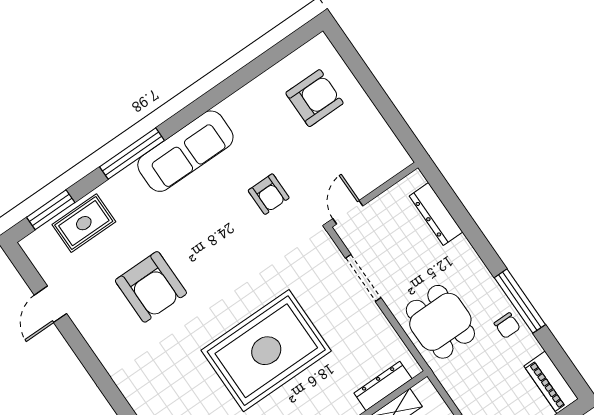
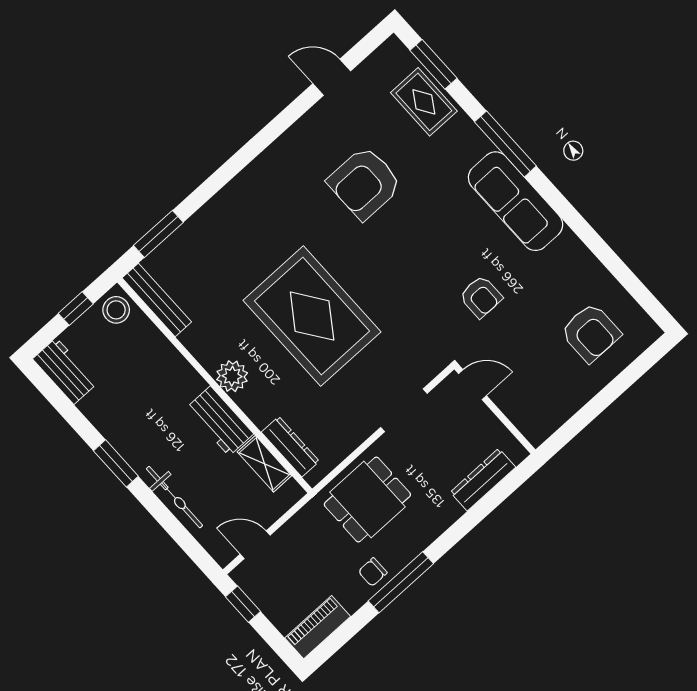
armchair: (269, 194) -> (481, 297), turned -90

